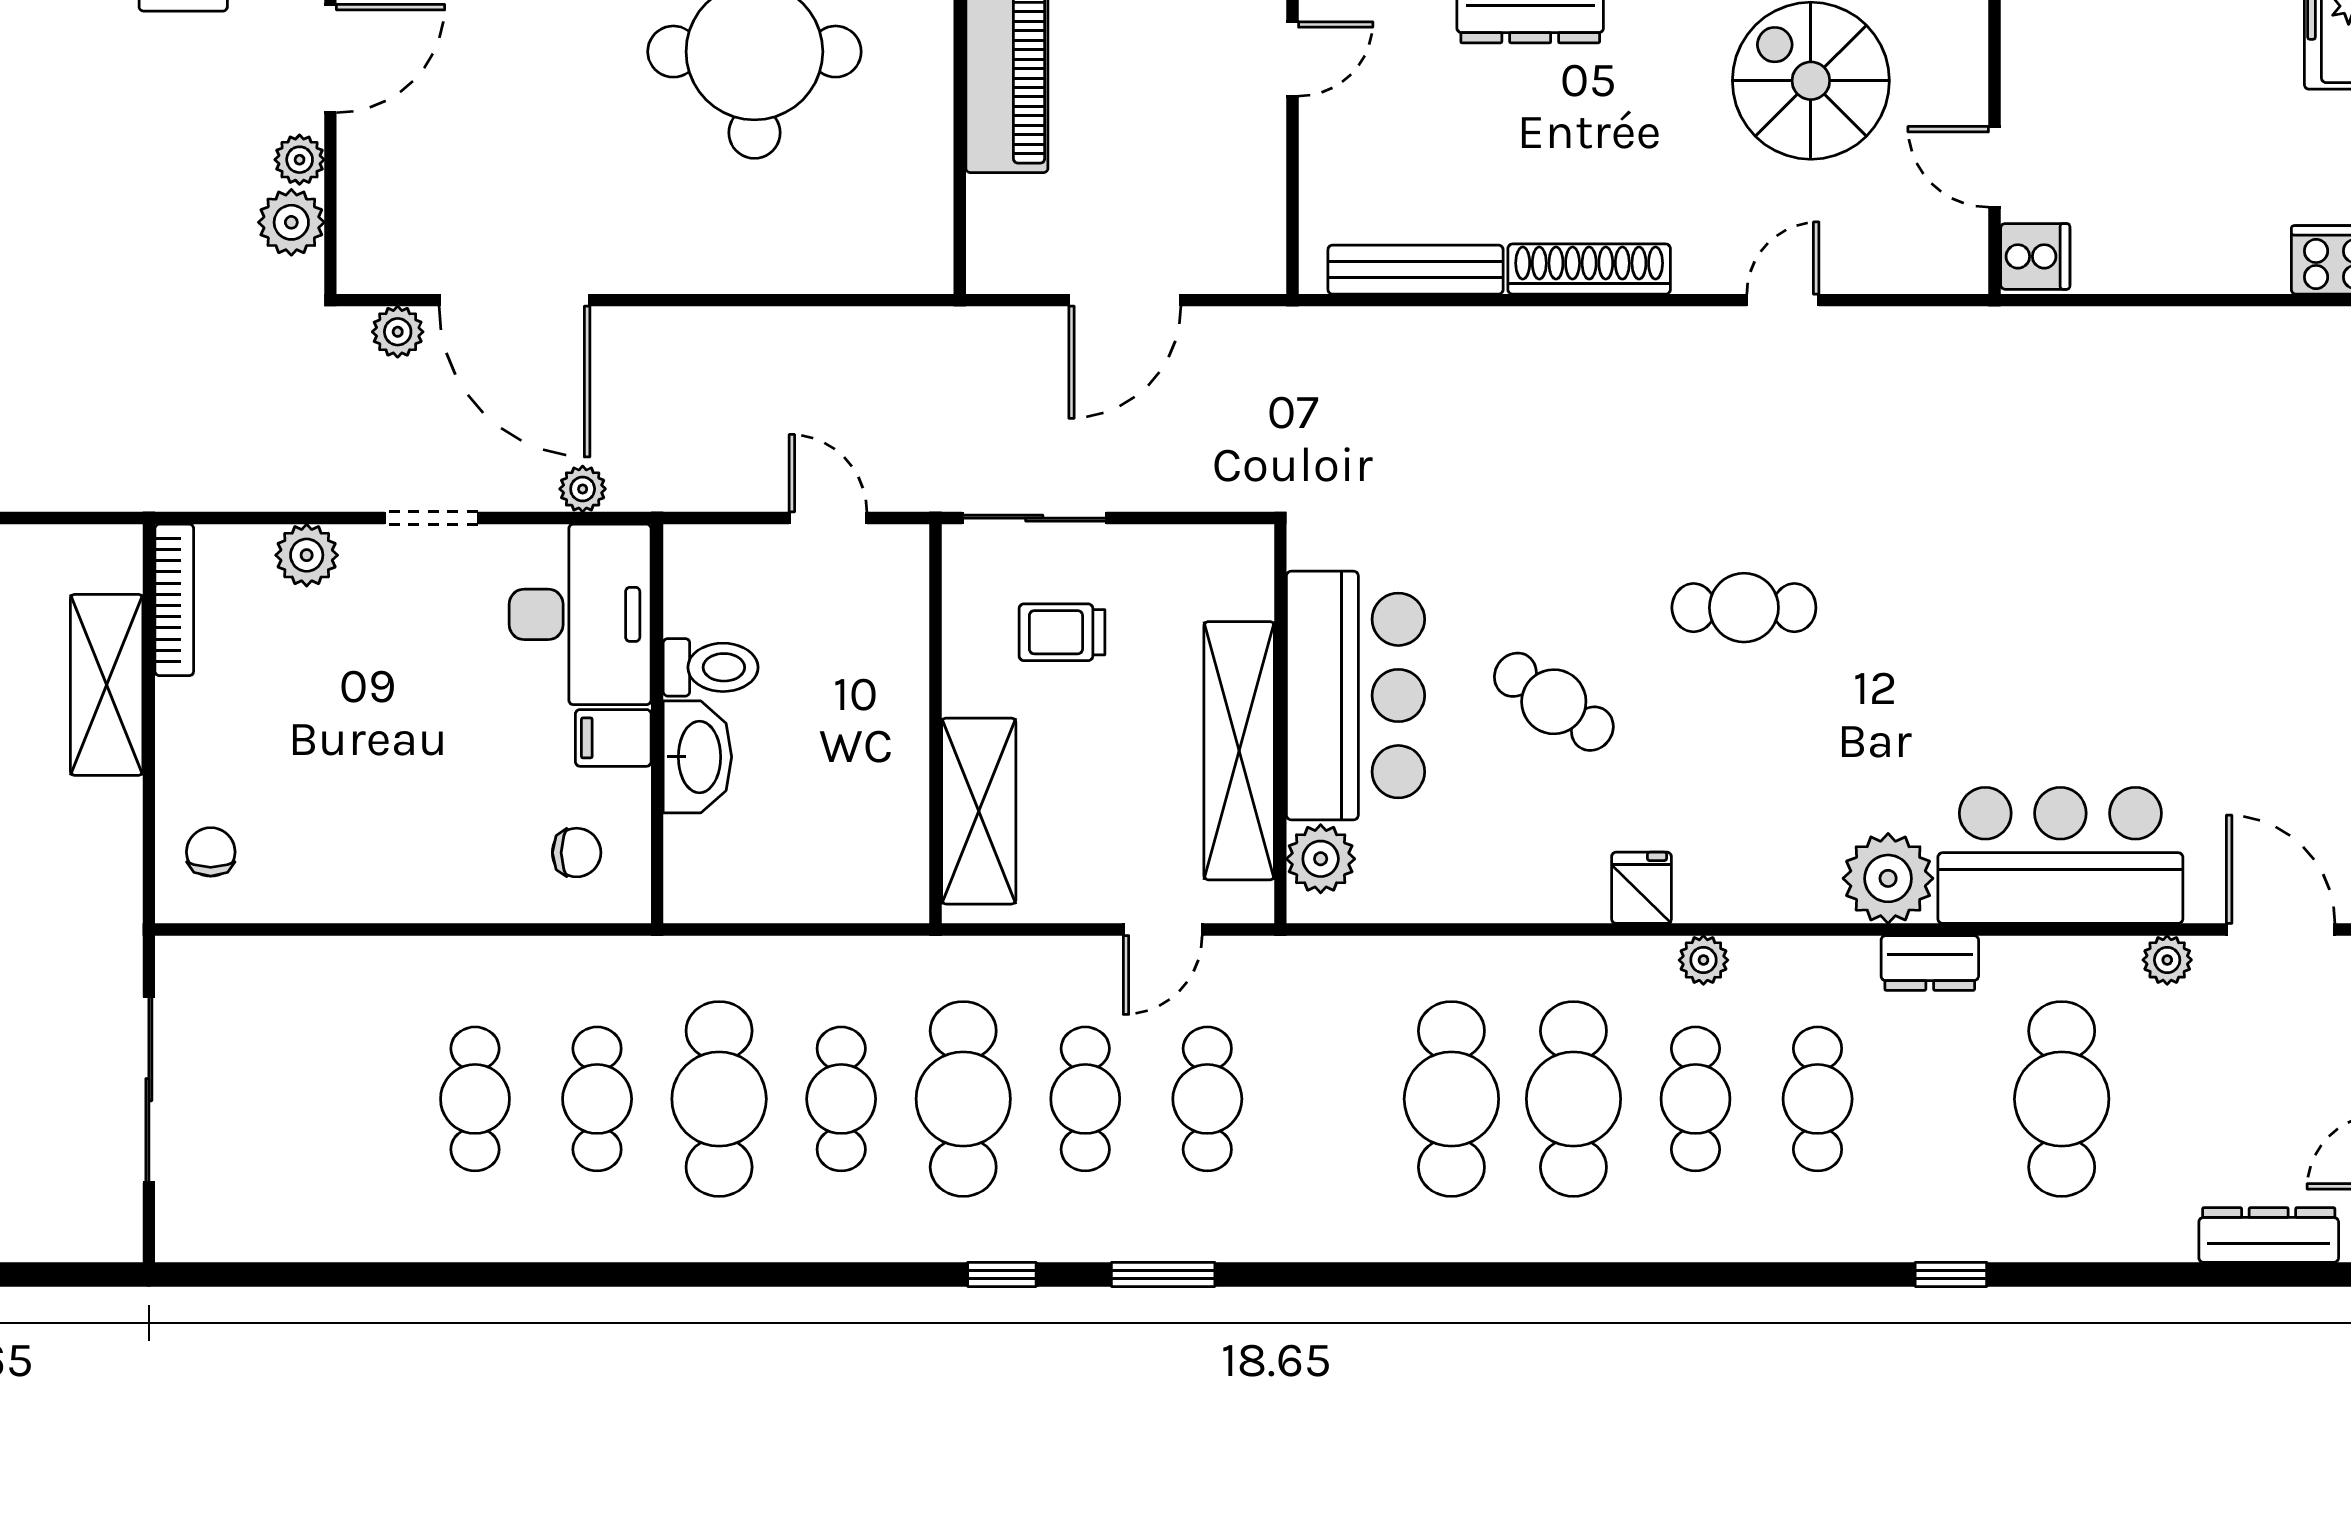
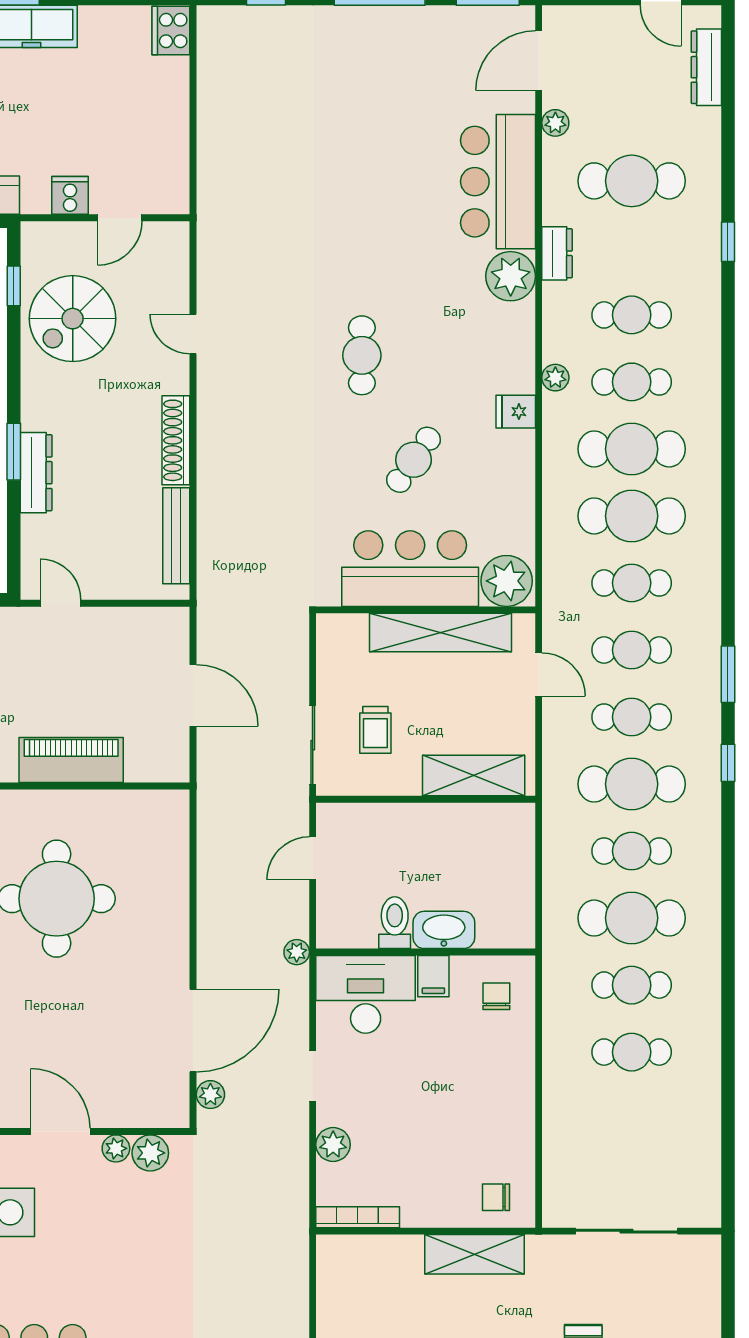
cooker: (2035, 256) -> (70, 195), moved
plant: (583, 489) -> (297, 952), moved
shelving: (107, 685) -> (474, 1254), moved
plant: (1321, 859) -> (507, 581), width x1.36, depth x1.36
cafe table: (1329, 1099) -> (632, 583), added

